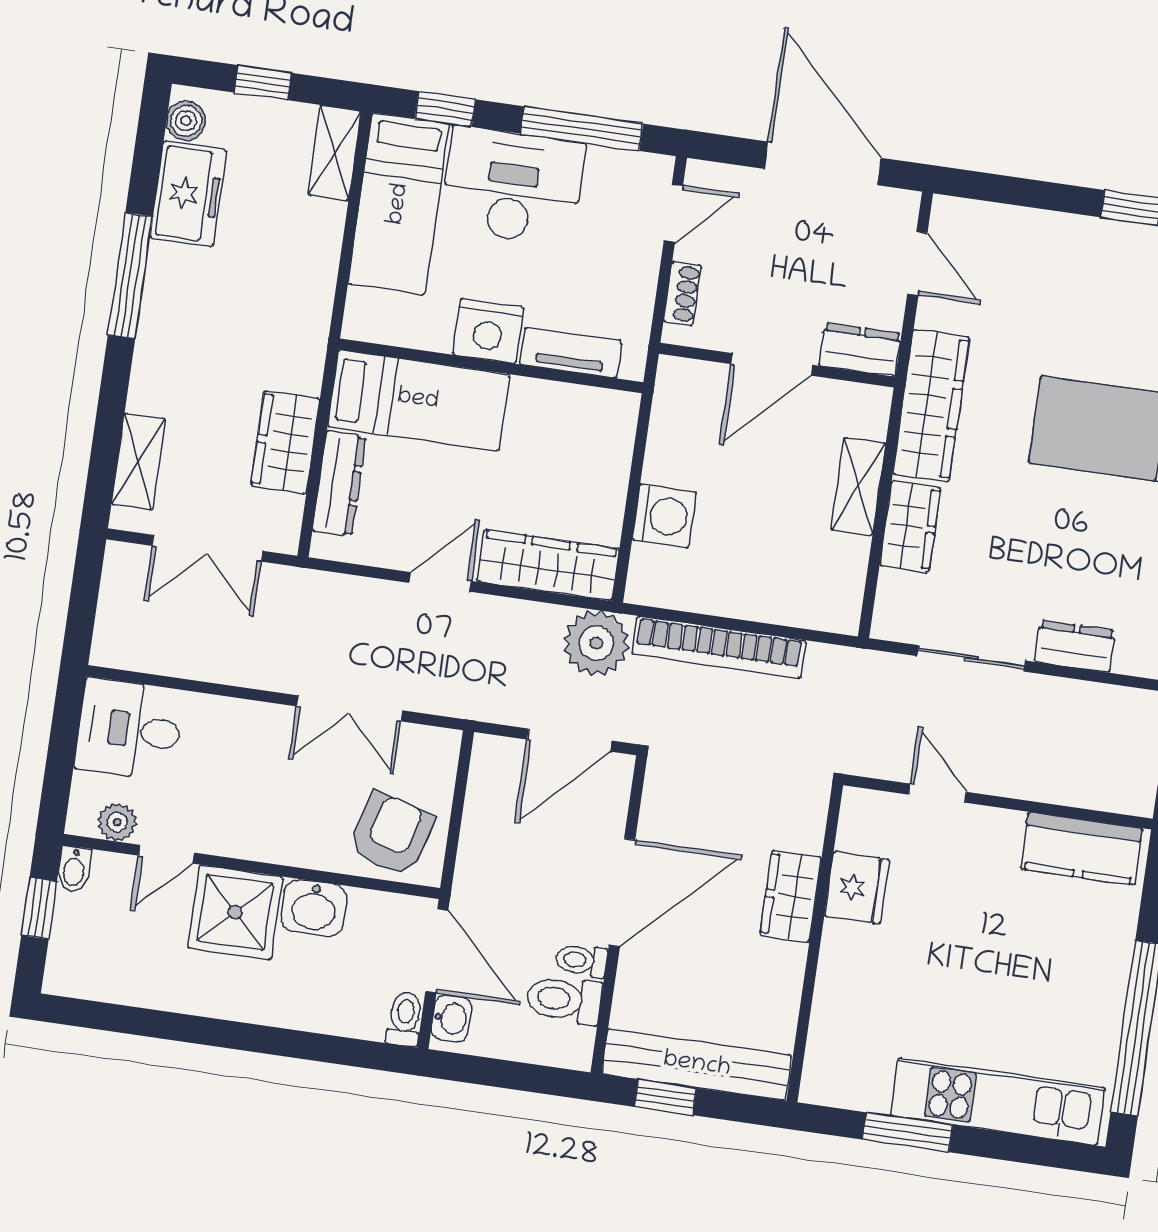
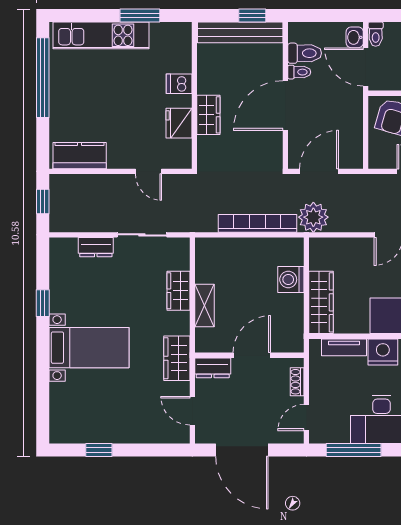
wardrobe: (931, 406) -> (177, 358), width x0.67
wardrobe: (548, 565) -> (321, 302), moved, turned -90
dishwasher: (844, 973) -> (179, 84), added

